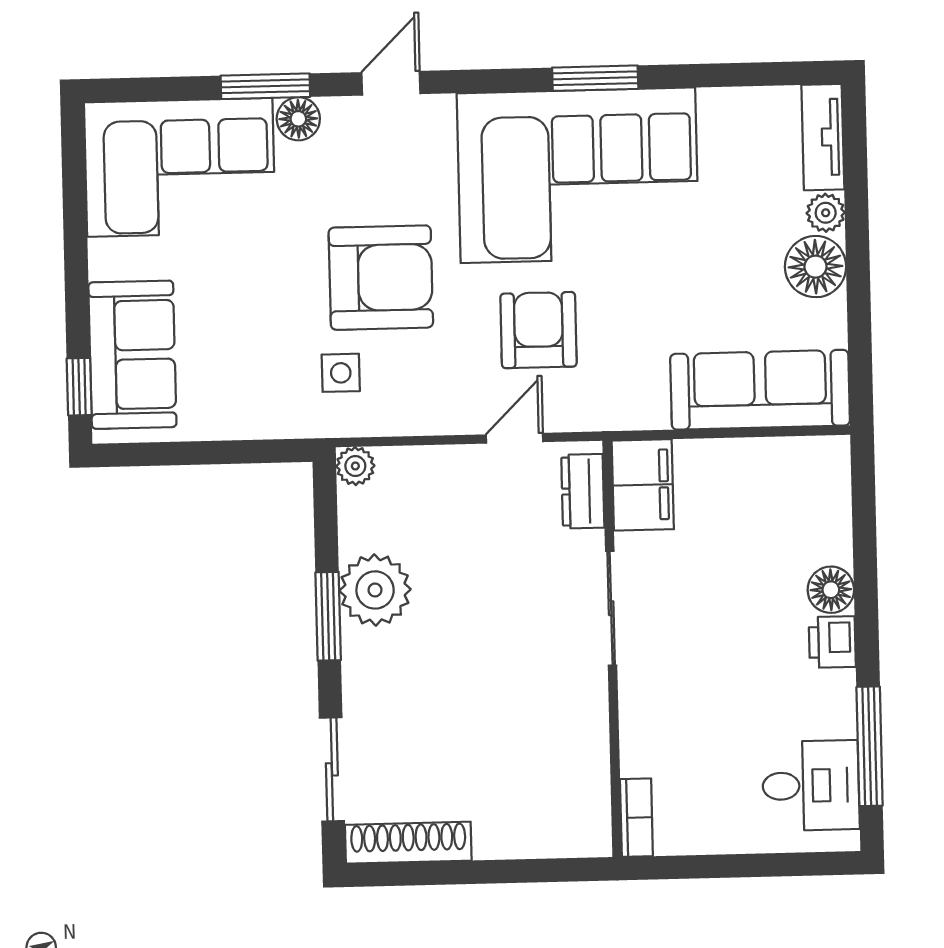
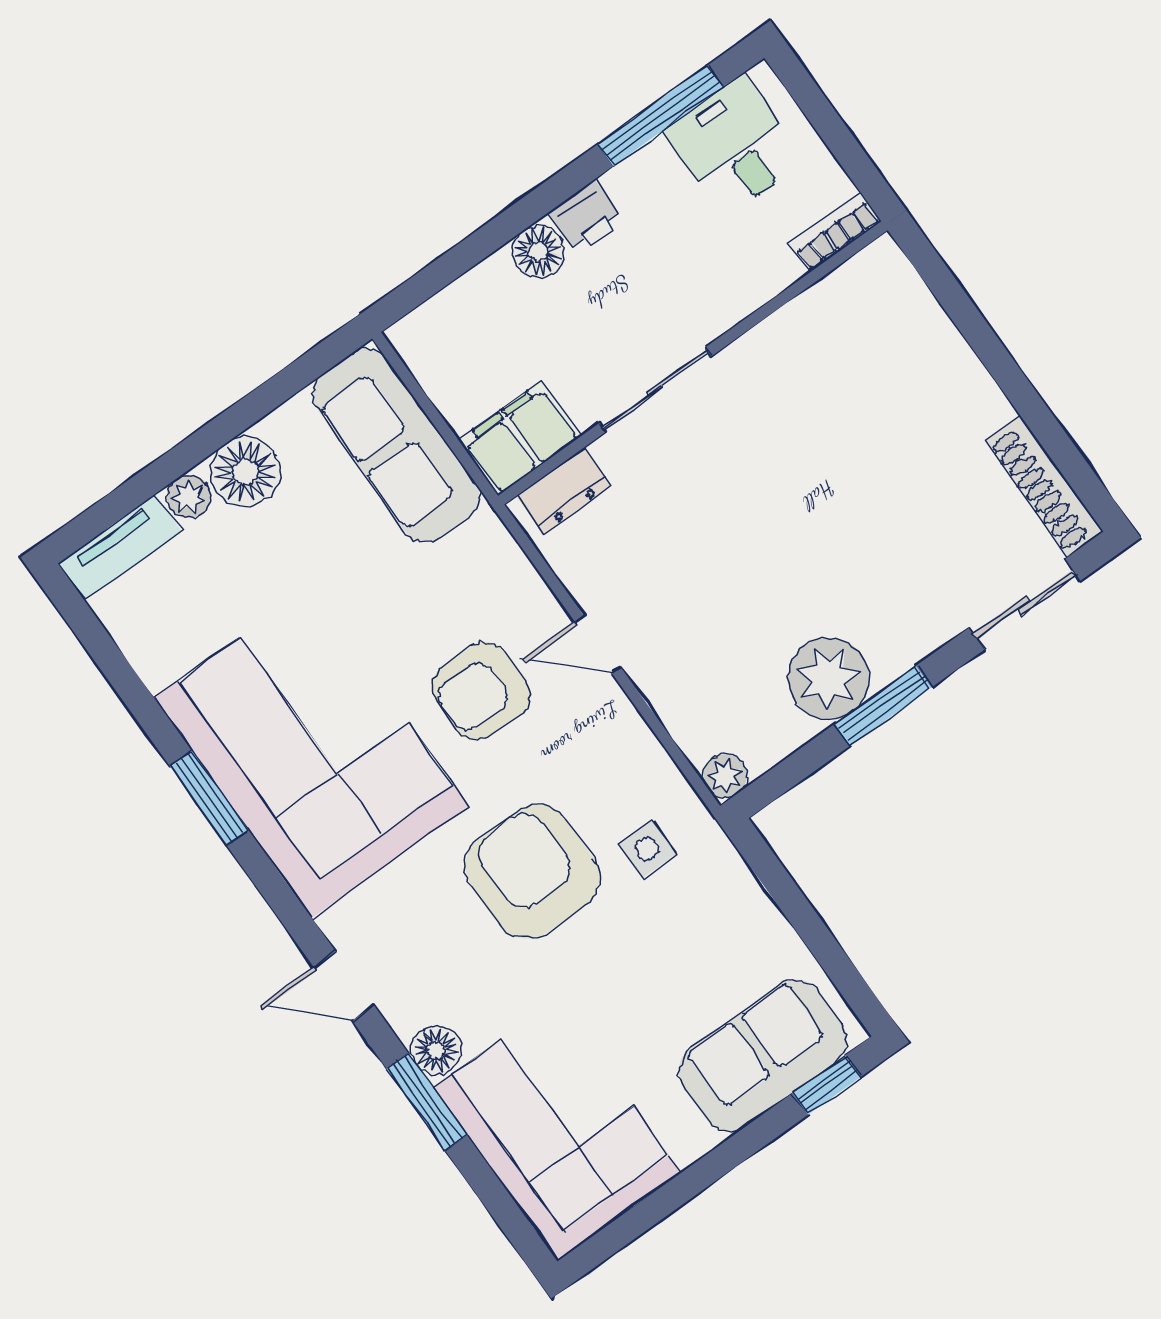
filing cabinet: (643, 485) -> (520, 439), moved
dresser: (583, 491) -> (564, 491), moved
sliding door: (611, 608) -> (655, 390), moved
wall: (612, 649) -> (693, 363), moved
bookcase: (636, 818) -> (835, 233), moved

